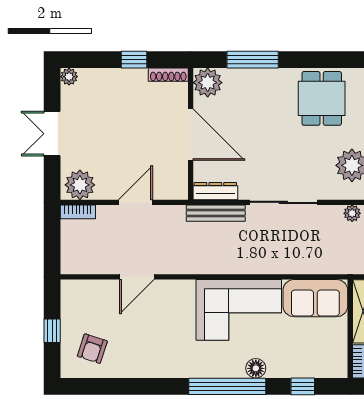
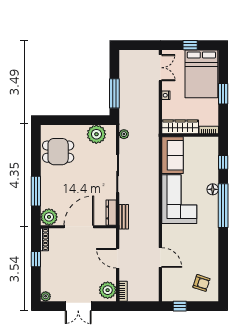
bench: (216, 213) -> (124, 217), width x0.73
window: (52, 331) -> (180, 306), moved

